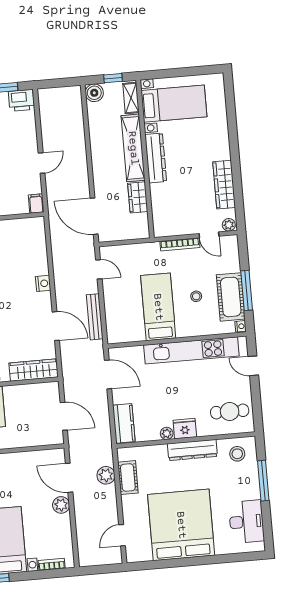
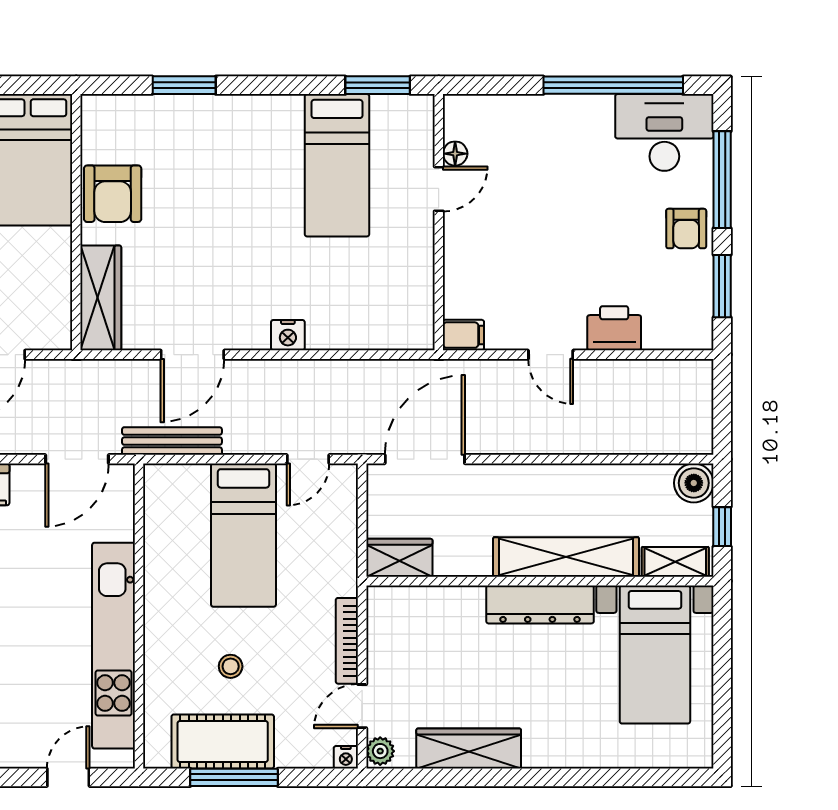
printer: (21, 100) -> (614, 328), moved, turned 90
wardrobe: (138, 197) -> (399, 558), moved
bed: (158, 307) -> (243, 535), moved, turned 90
bench: (95, 317) -> (172, 441), moved
nightstand: (241, 326) -> (346, 757), moved

